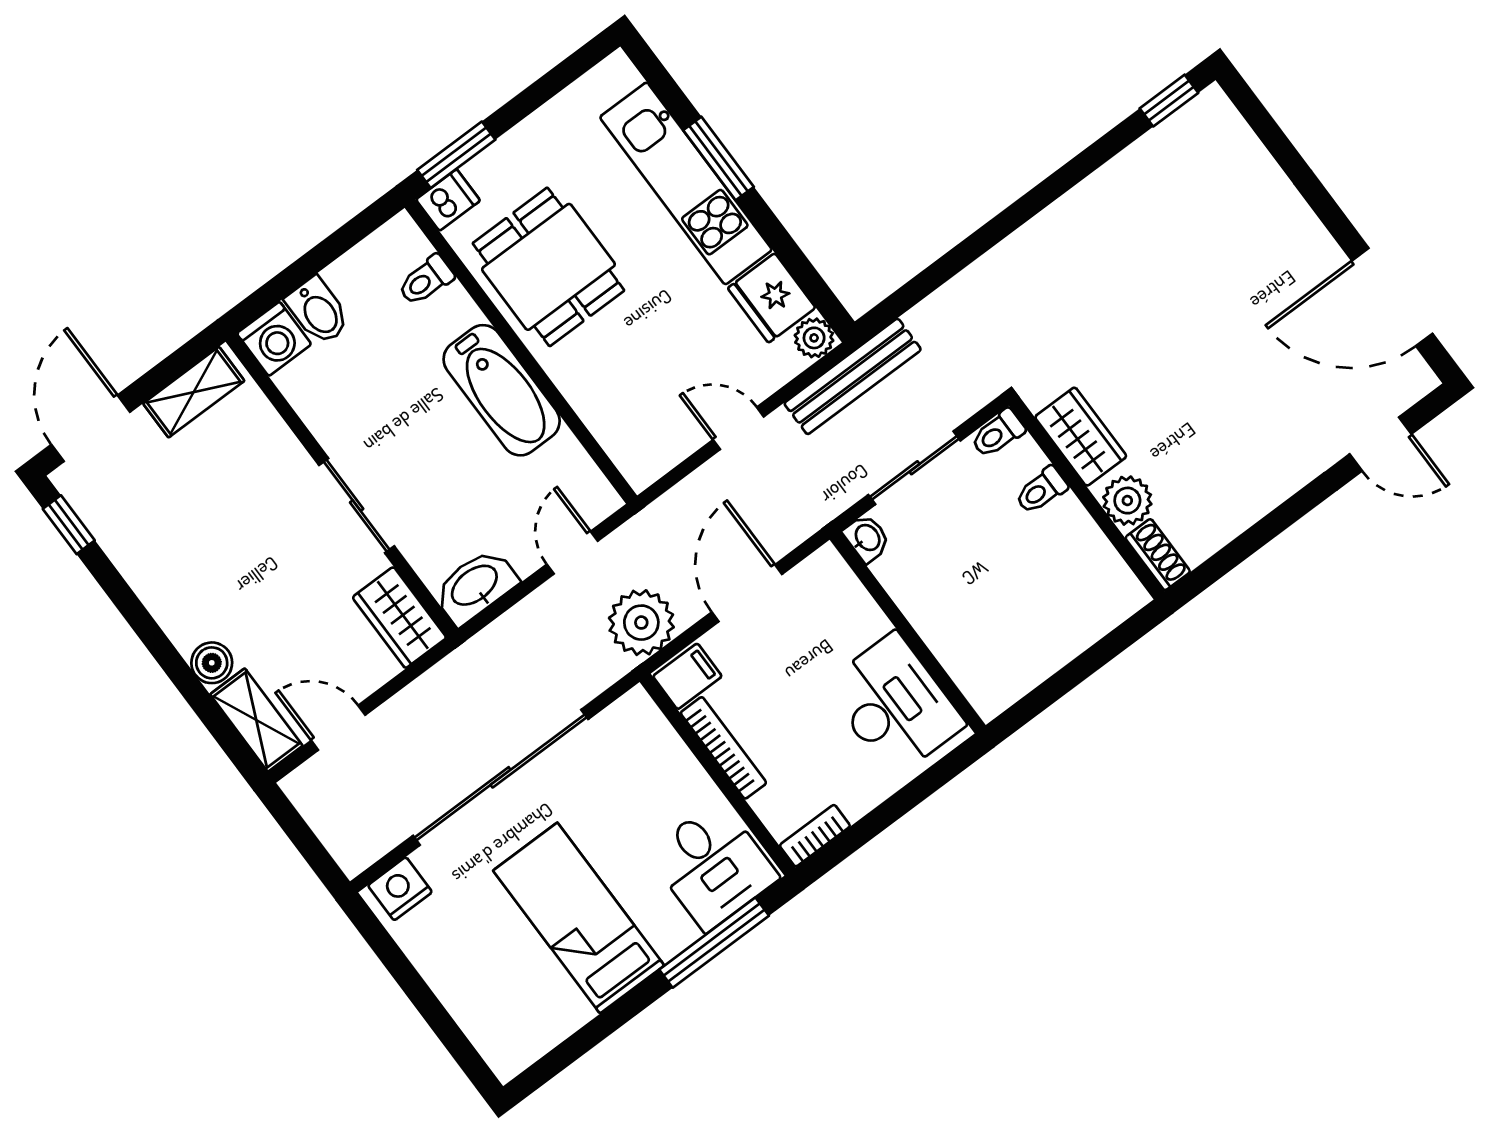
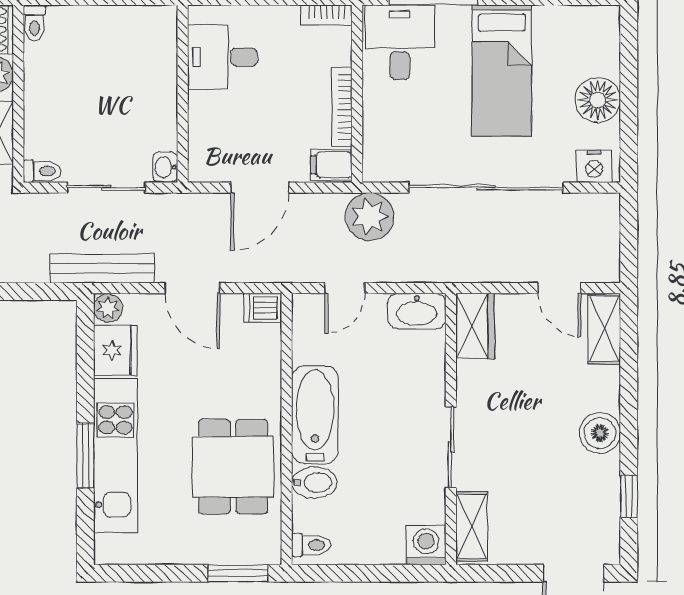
dishwasher: (448, 200) -> (263, 308), moved
toilet: (426, 280) -> (311, 545), moved
bidet: (318, 311) -> (314, 483), moved, turned 90
shelving: (194, 392) -> (472, 526), moved, turned 90
door: (738, 428) -> (192, 288), width x1.38
toilet: (1041, 490) -> (34, 23), moved, turned 90
sliding door: (357, 506) -> (451, 447), moved
window: (69, 525) -> (629, 496), moved
plant: (641, 623) -> (370, 217), moved
boiler: (212, 663) -> (600, 433), moved, width x1.36, depth x1.36
desk: (894, 705) -> (222, 57), width x0.73
floor lamp: (450, 964) -> (598, 100), added

